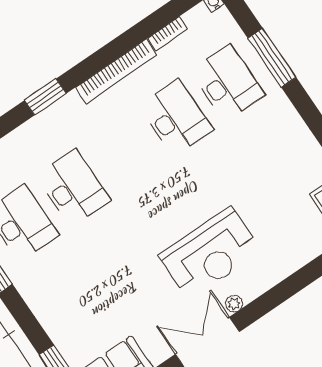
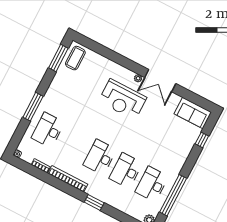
window: (272, 58) -> (33, 107), moved
desk: (176, 118) -> (100, 157), moved
reception desk: (210, 253) -> (123, 99), turned 180

